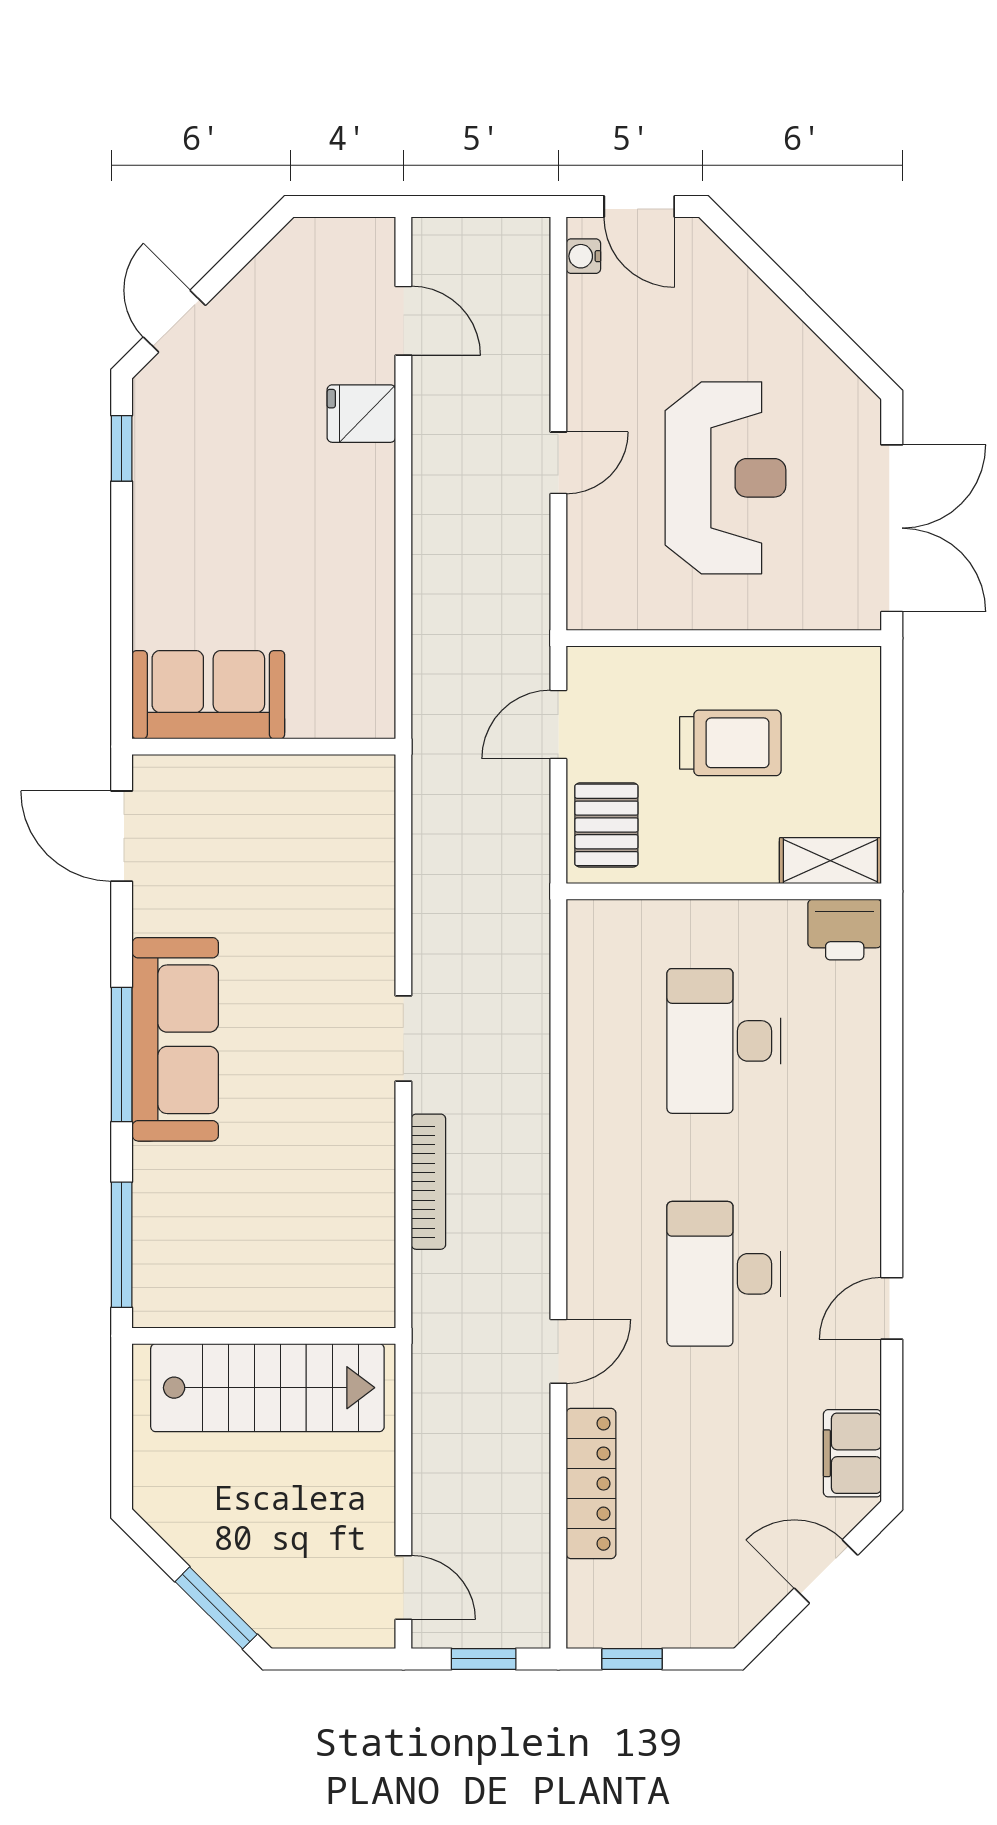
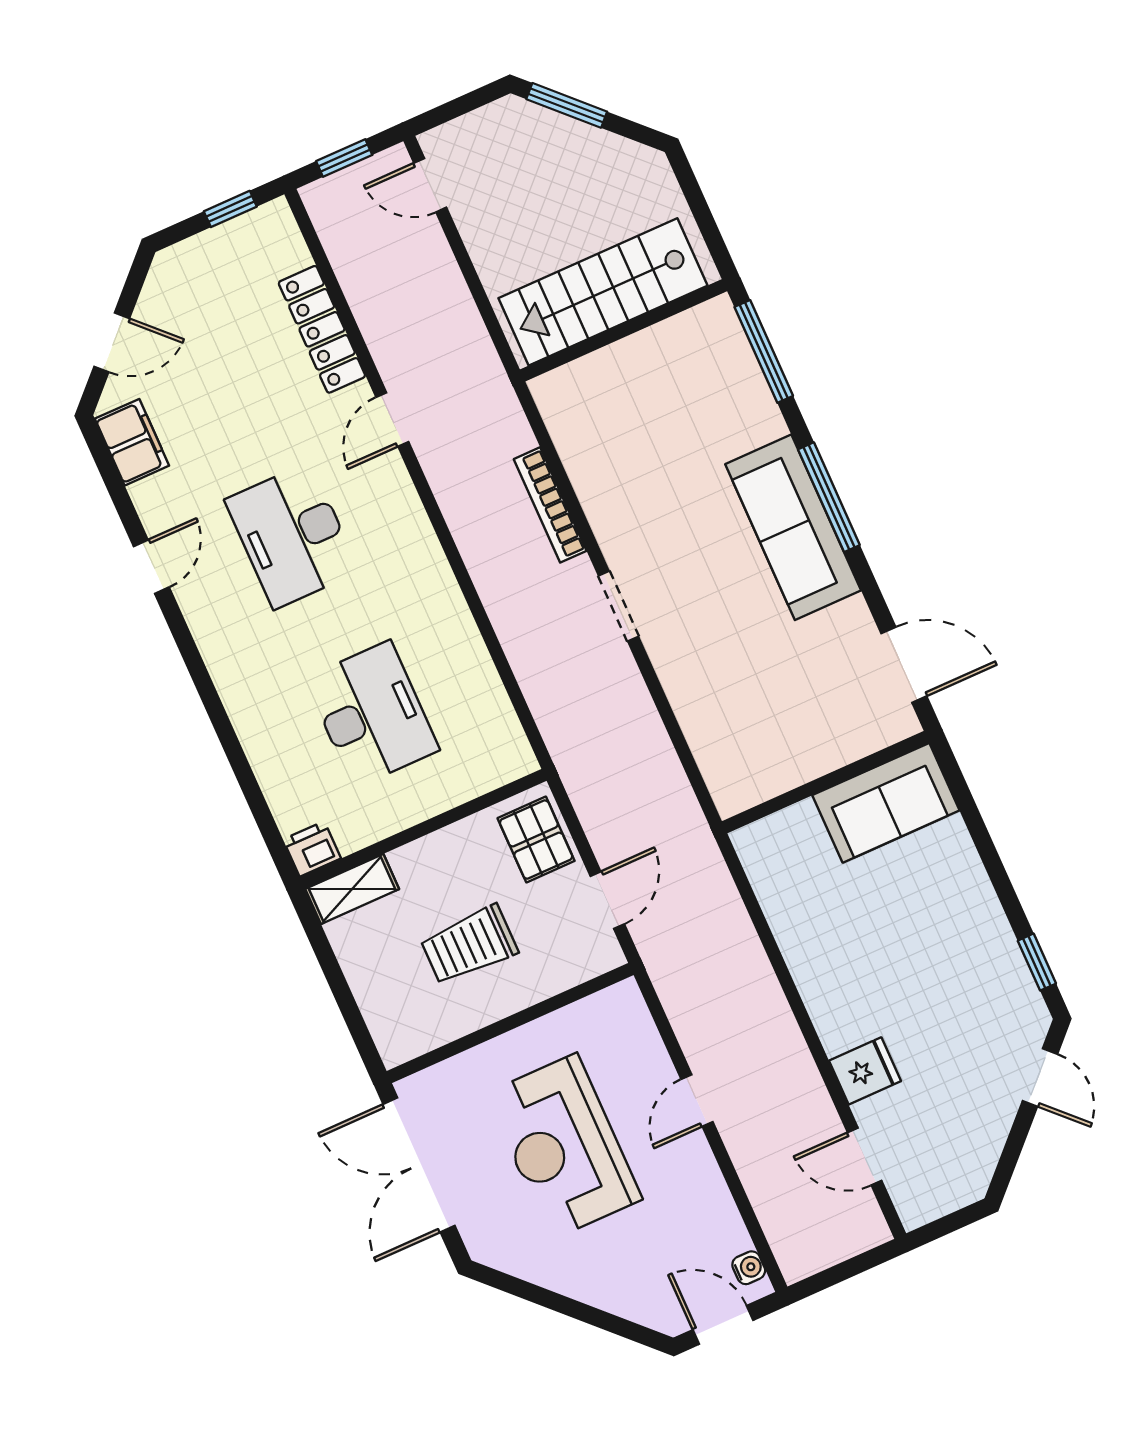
printer: (845, 930) -> (312, 849), width x0.73, depth x0.81
desk: (724, 1274) -> (292, 536), turned 180

